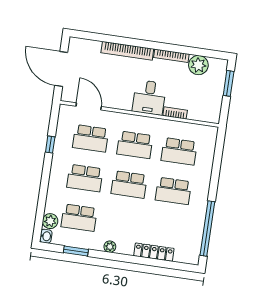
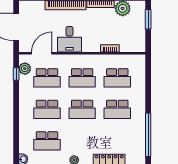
desk: (149, 97) -> (69, 39), moved
door: (89, 106) -> (42, 53), hinge flipped
window: (50, 145) -> (16, 74), moved
plant: (50, 221) -> (25, 69), moved

